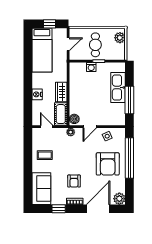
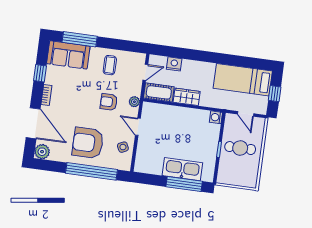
plant: (120, 38) -> (245, 180), removed
washing machine: (91, 67) -> (216, 117), moved
nightstand: (37, 94) -> (174, 64), moved
window: (129, 100) -> (184, 184), moved
boiler: (74, 119) -> (150, 109), removed
window: (28, 181) -> (80, 39), added
armchair: (74, 181) -> (109, 102), moved

